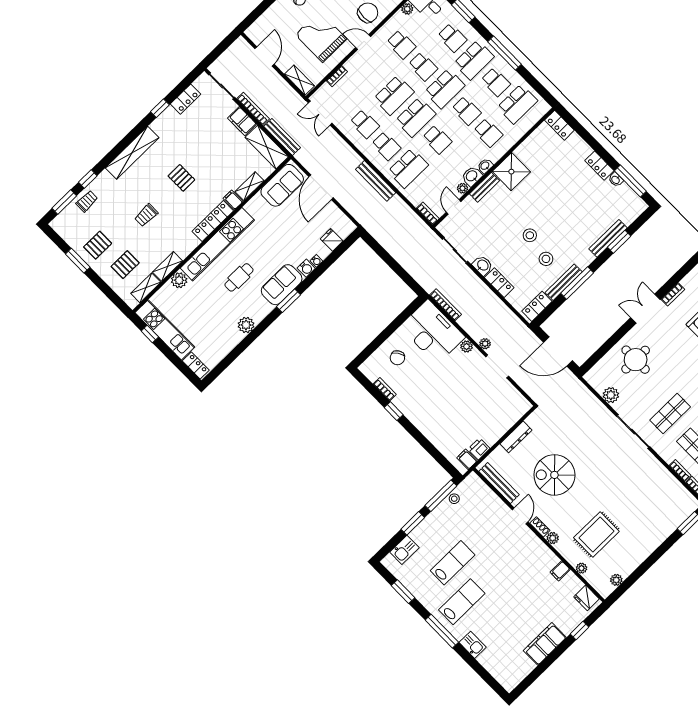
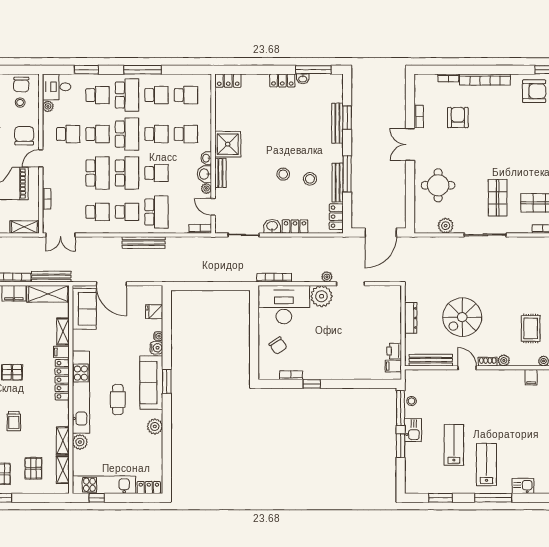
school desk: (517, 104) -> (186, 95), width x0.54
sofa: (282, 285) -> (151, 383), width x1.36
plant: (467, 346) -> (322, 296), width x1.87, depth x1.87
rug: (596, 535) -> (531, 328), width x0.73, depth x0.70
kitchen sink: (404, 550) -> (413, 430), moved

